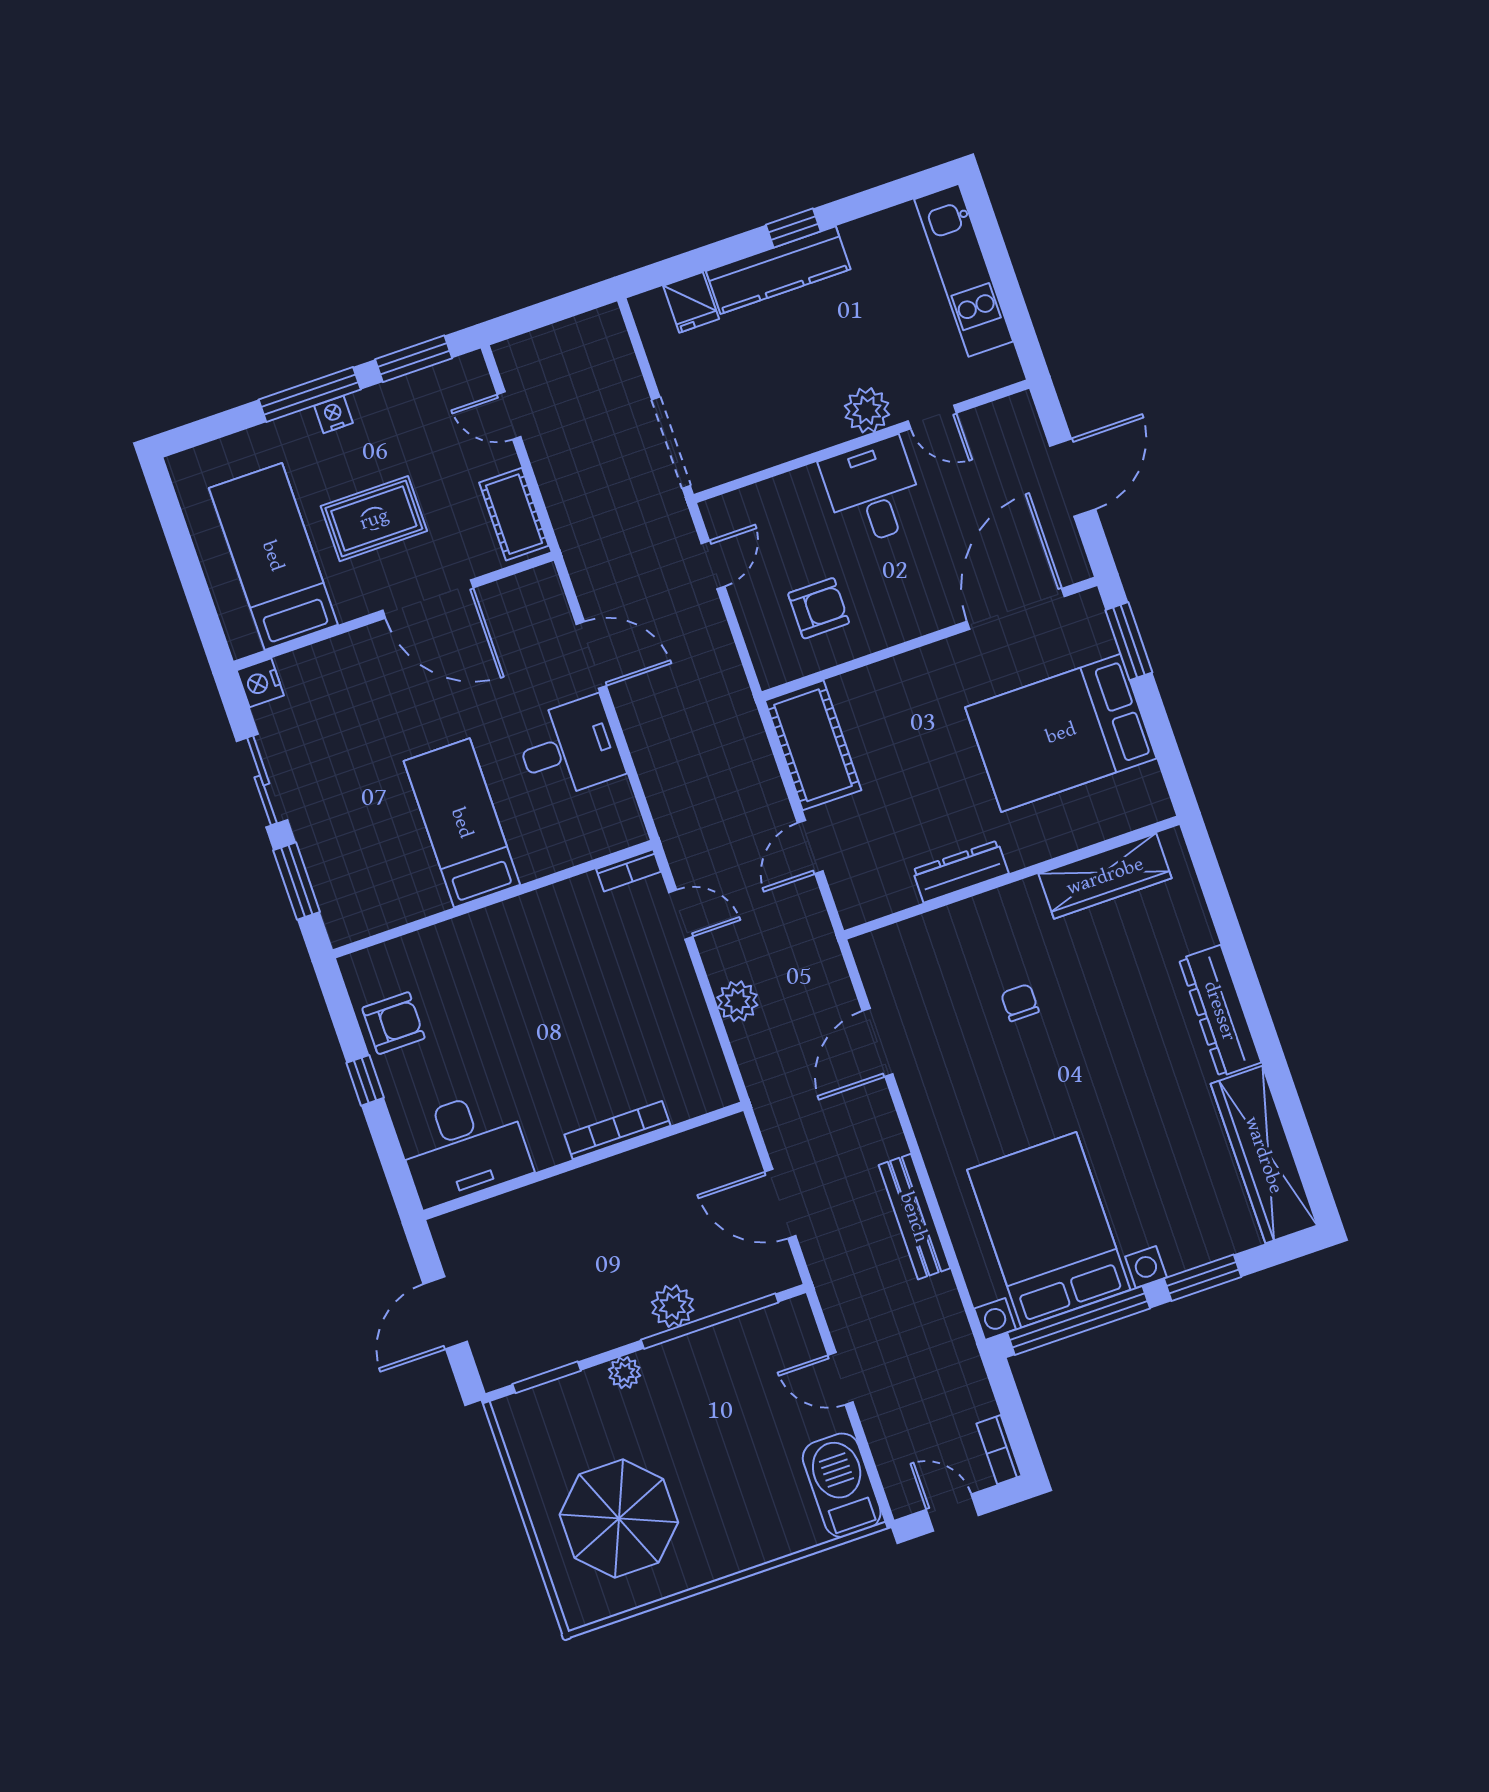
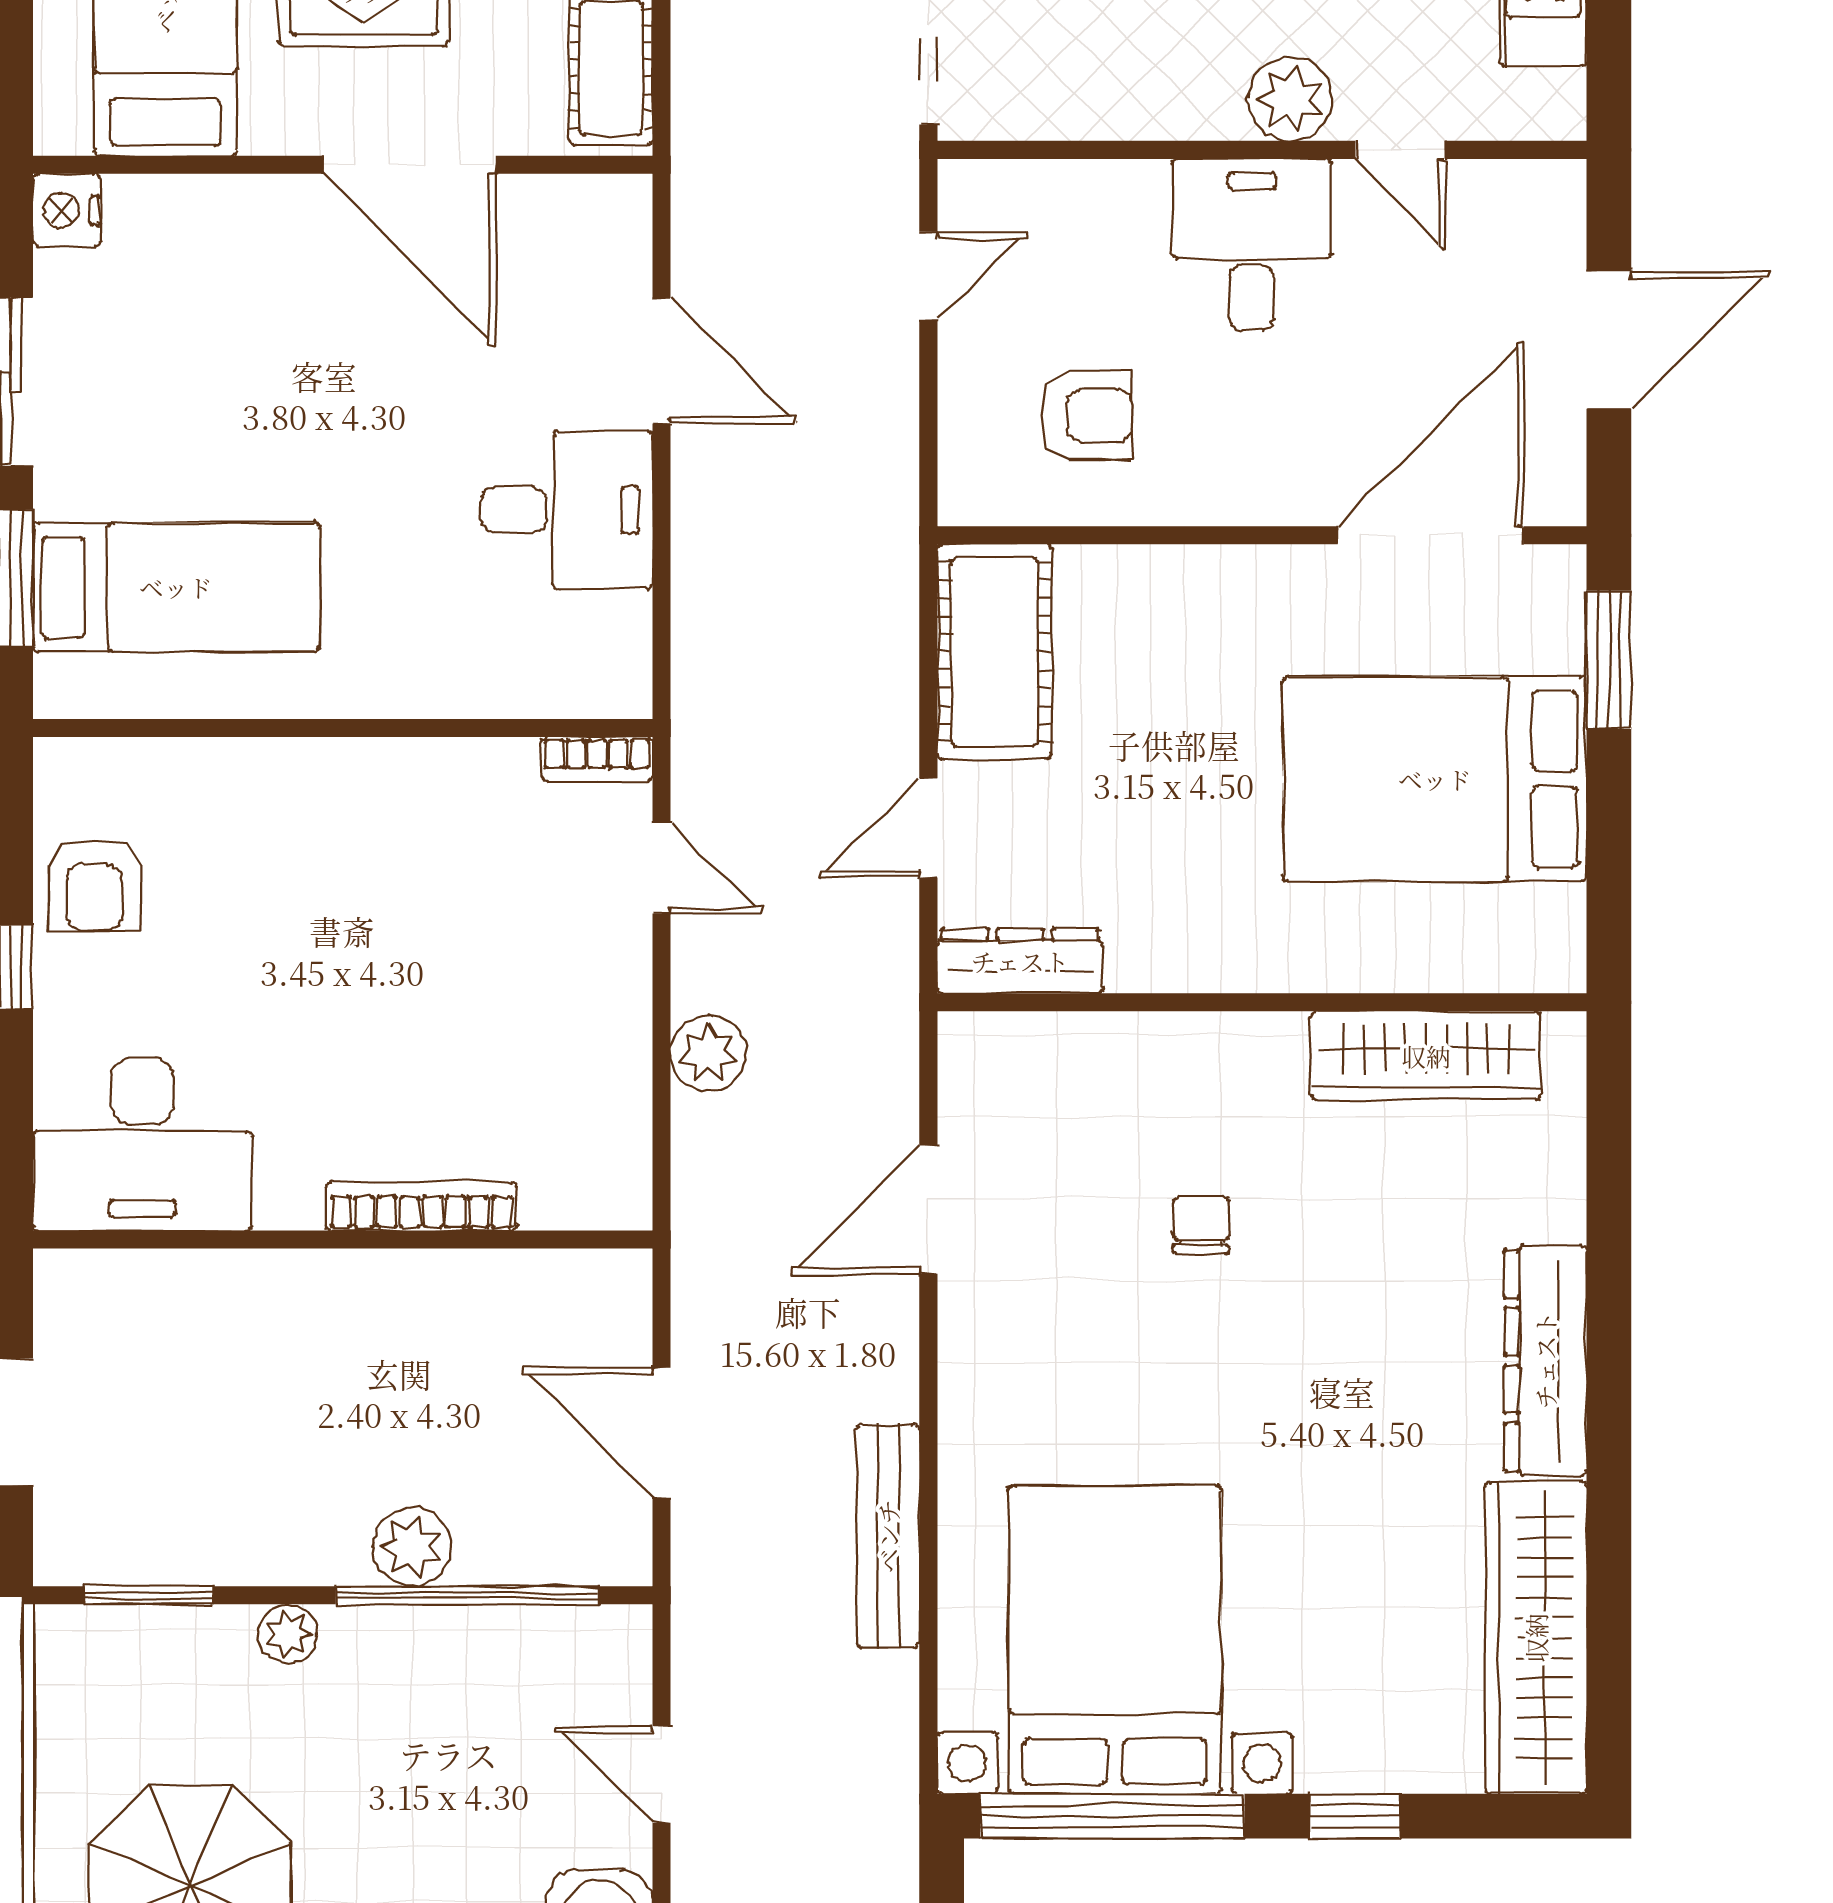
bed: (462, 823) -> (176, 587), moved, turned 90
dresser: (961, 872) -> (1020, 961), moved
armchair: (393, 1023) -> (95, 885), turned 90
window: (1203, 1278) -> (1355, 1816), width x0.67

